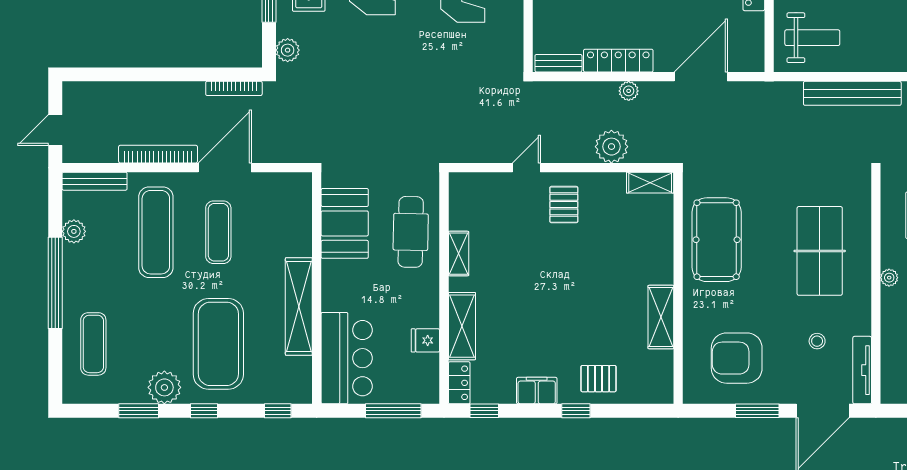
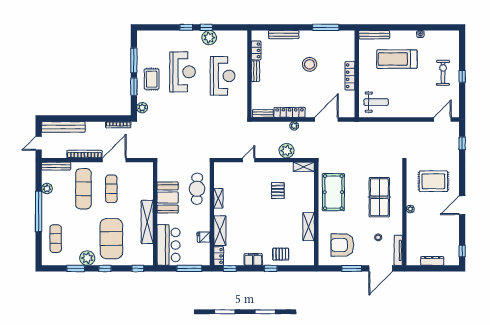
bench: (852, 93) -> (63, 127), moved
pallet: (564, 205) -> (278, 191), moved
booth: (345, 223) -> (168, 198), moved

